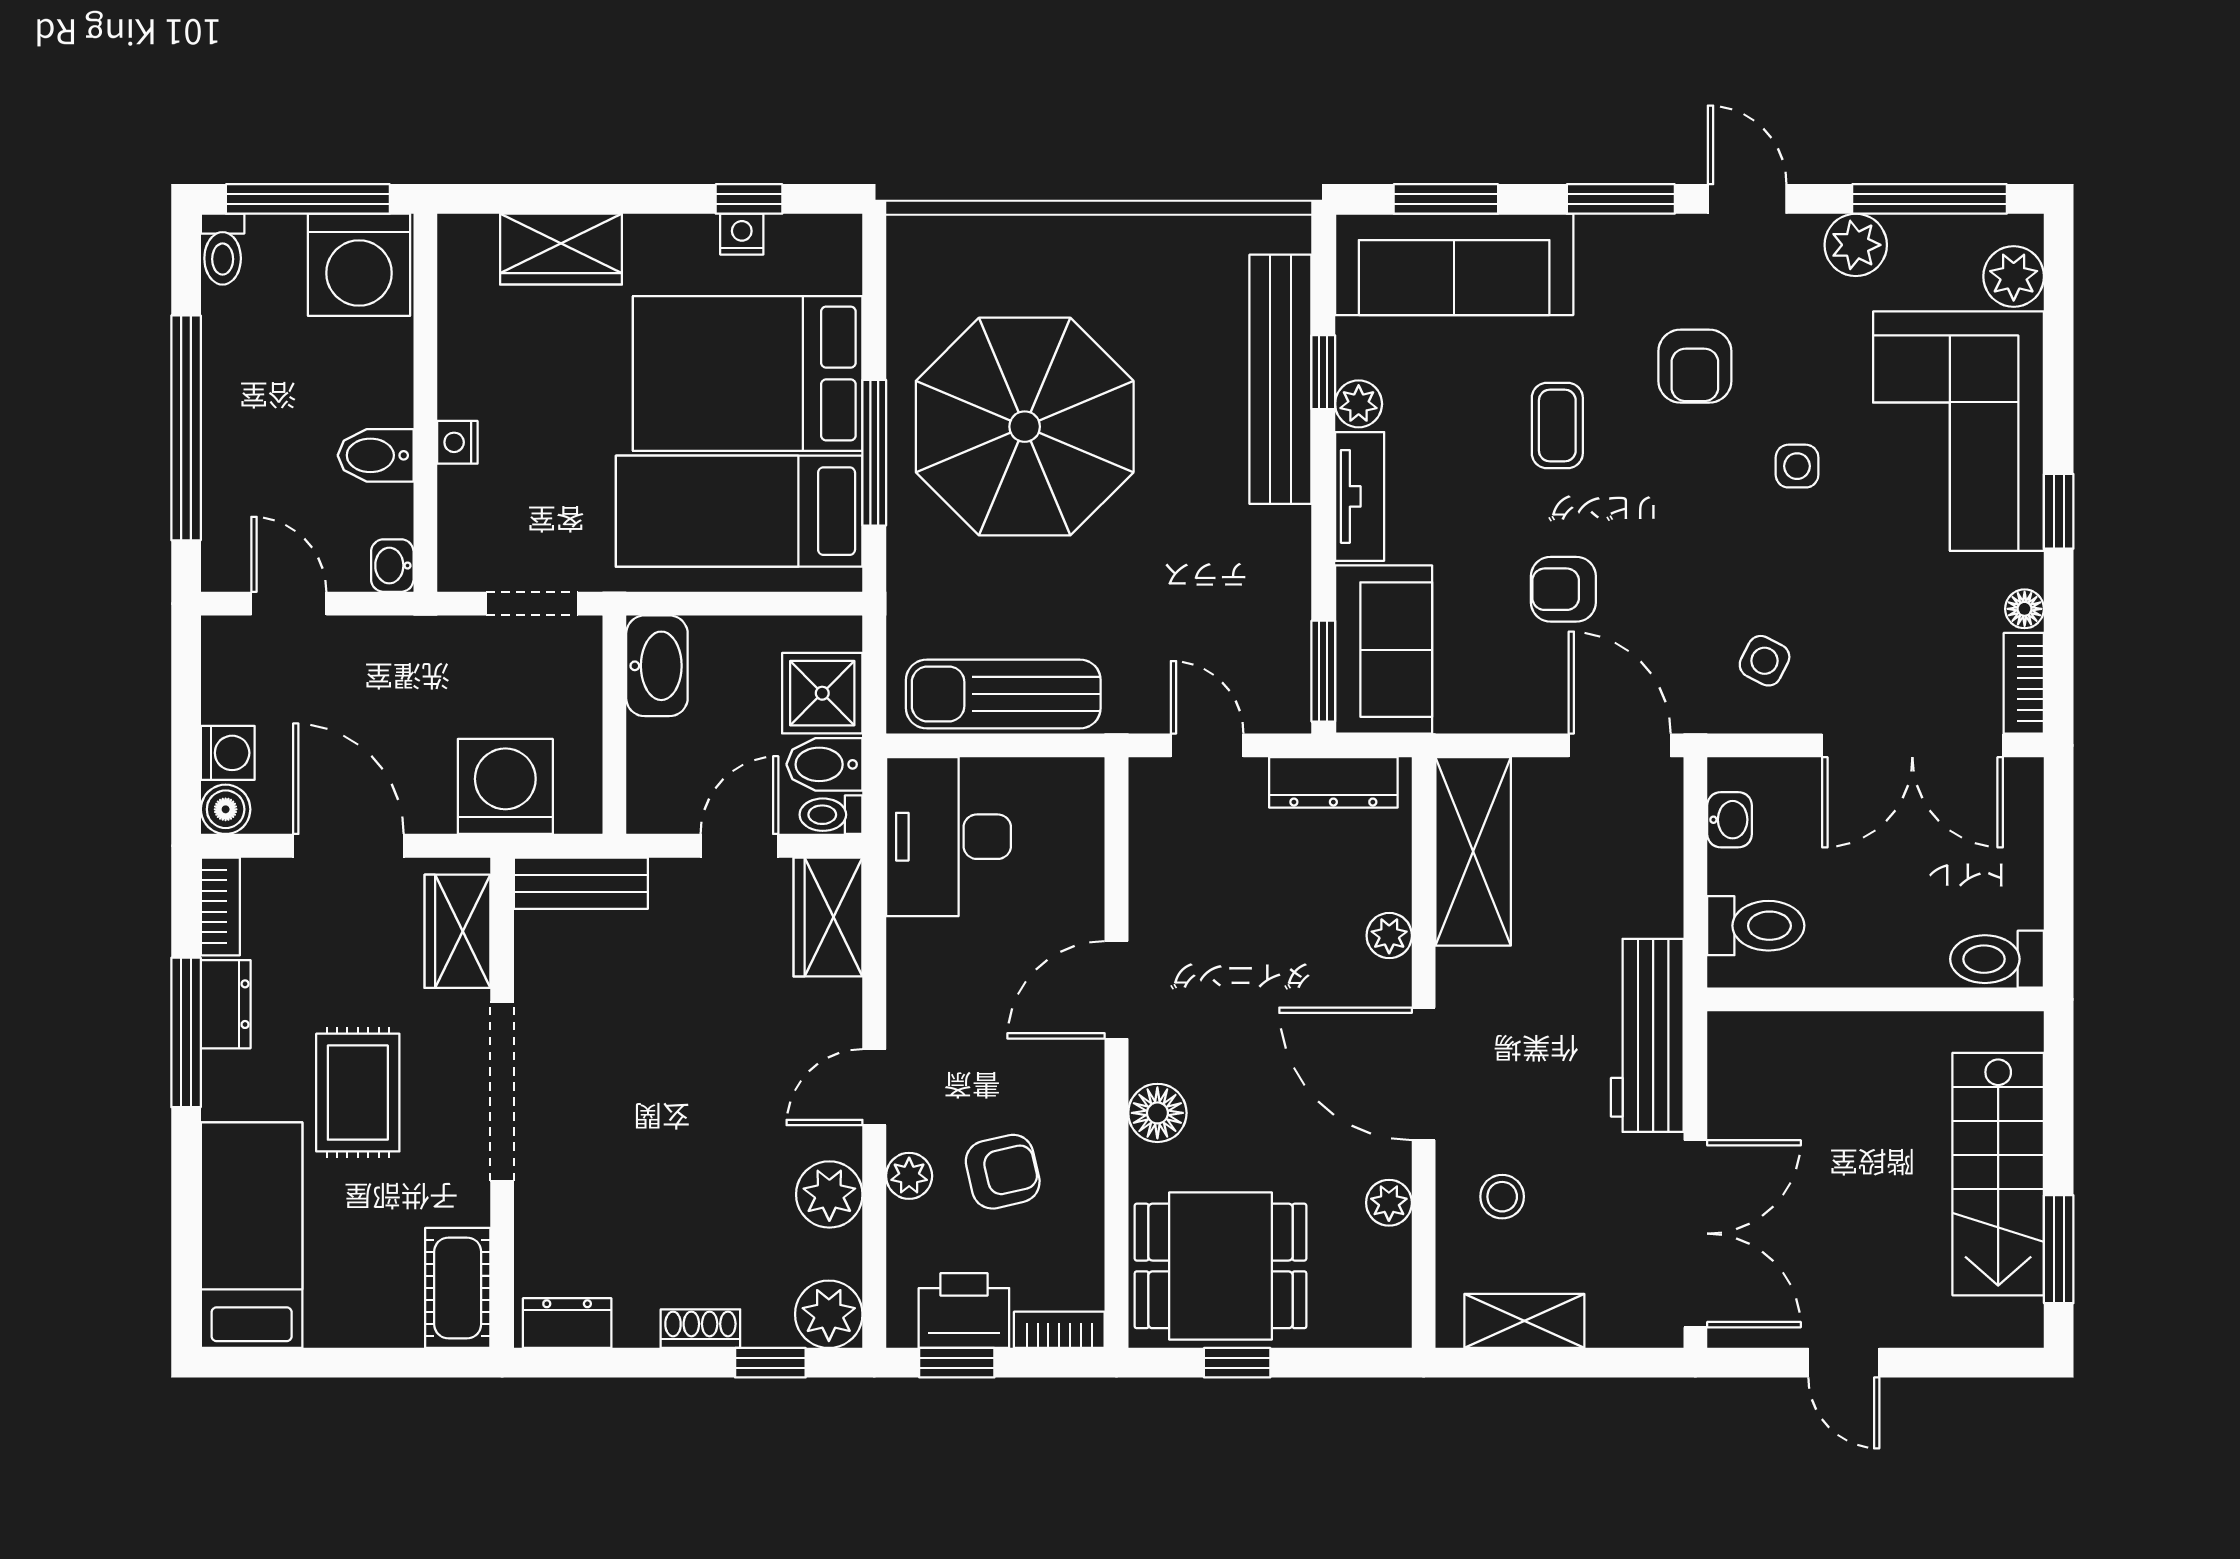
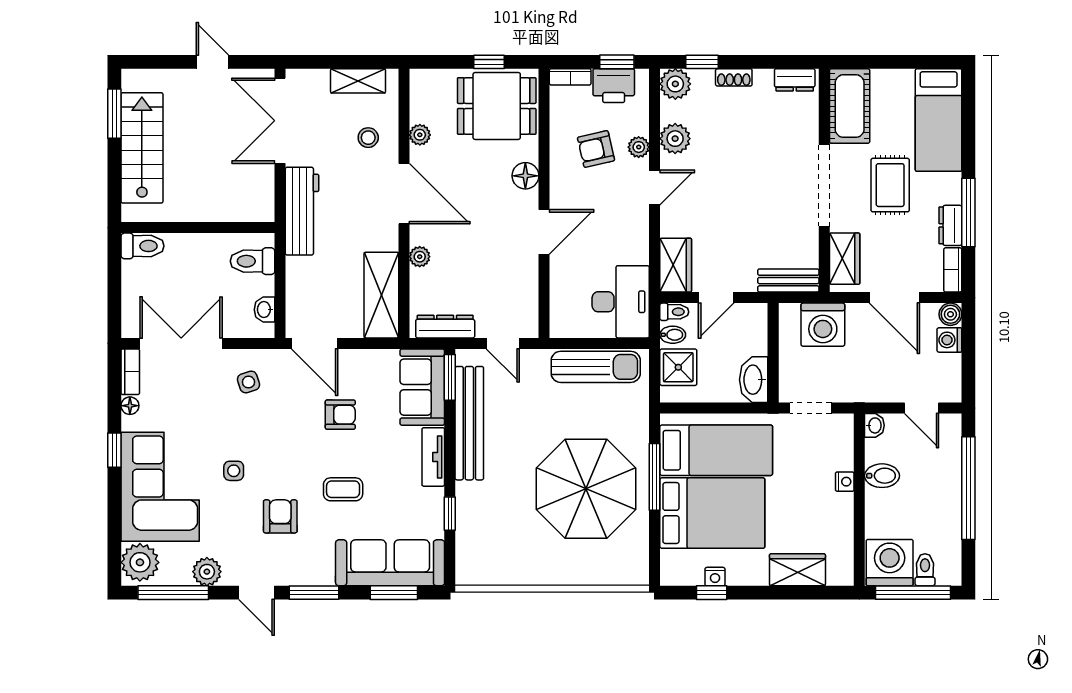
toilet: (223, 249) -> (925, 570), moved
plant: (2014, 276) -> (140, 562), width x1.36, depth x1.36
bench: (1280, 379) -> (469, 423), moved
plant: (1359, 404) -> (434, 499), removed
coffee table: (1557, 425) -> (343, 489), turned 90
side table: (1765, 661) -> (249, 382), turned 45
bidet: (824, 764) -> (673, 335), width x0.72, depth x0.74
cot: (458, 1288) -> (850, 106), width x1.37, depth x1.34

